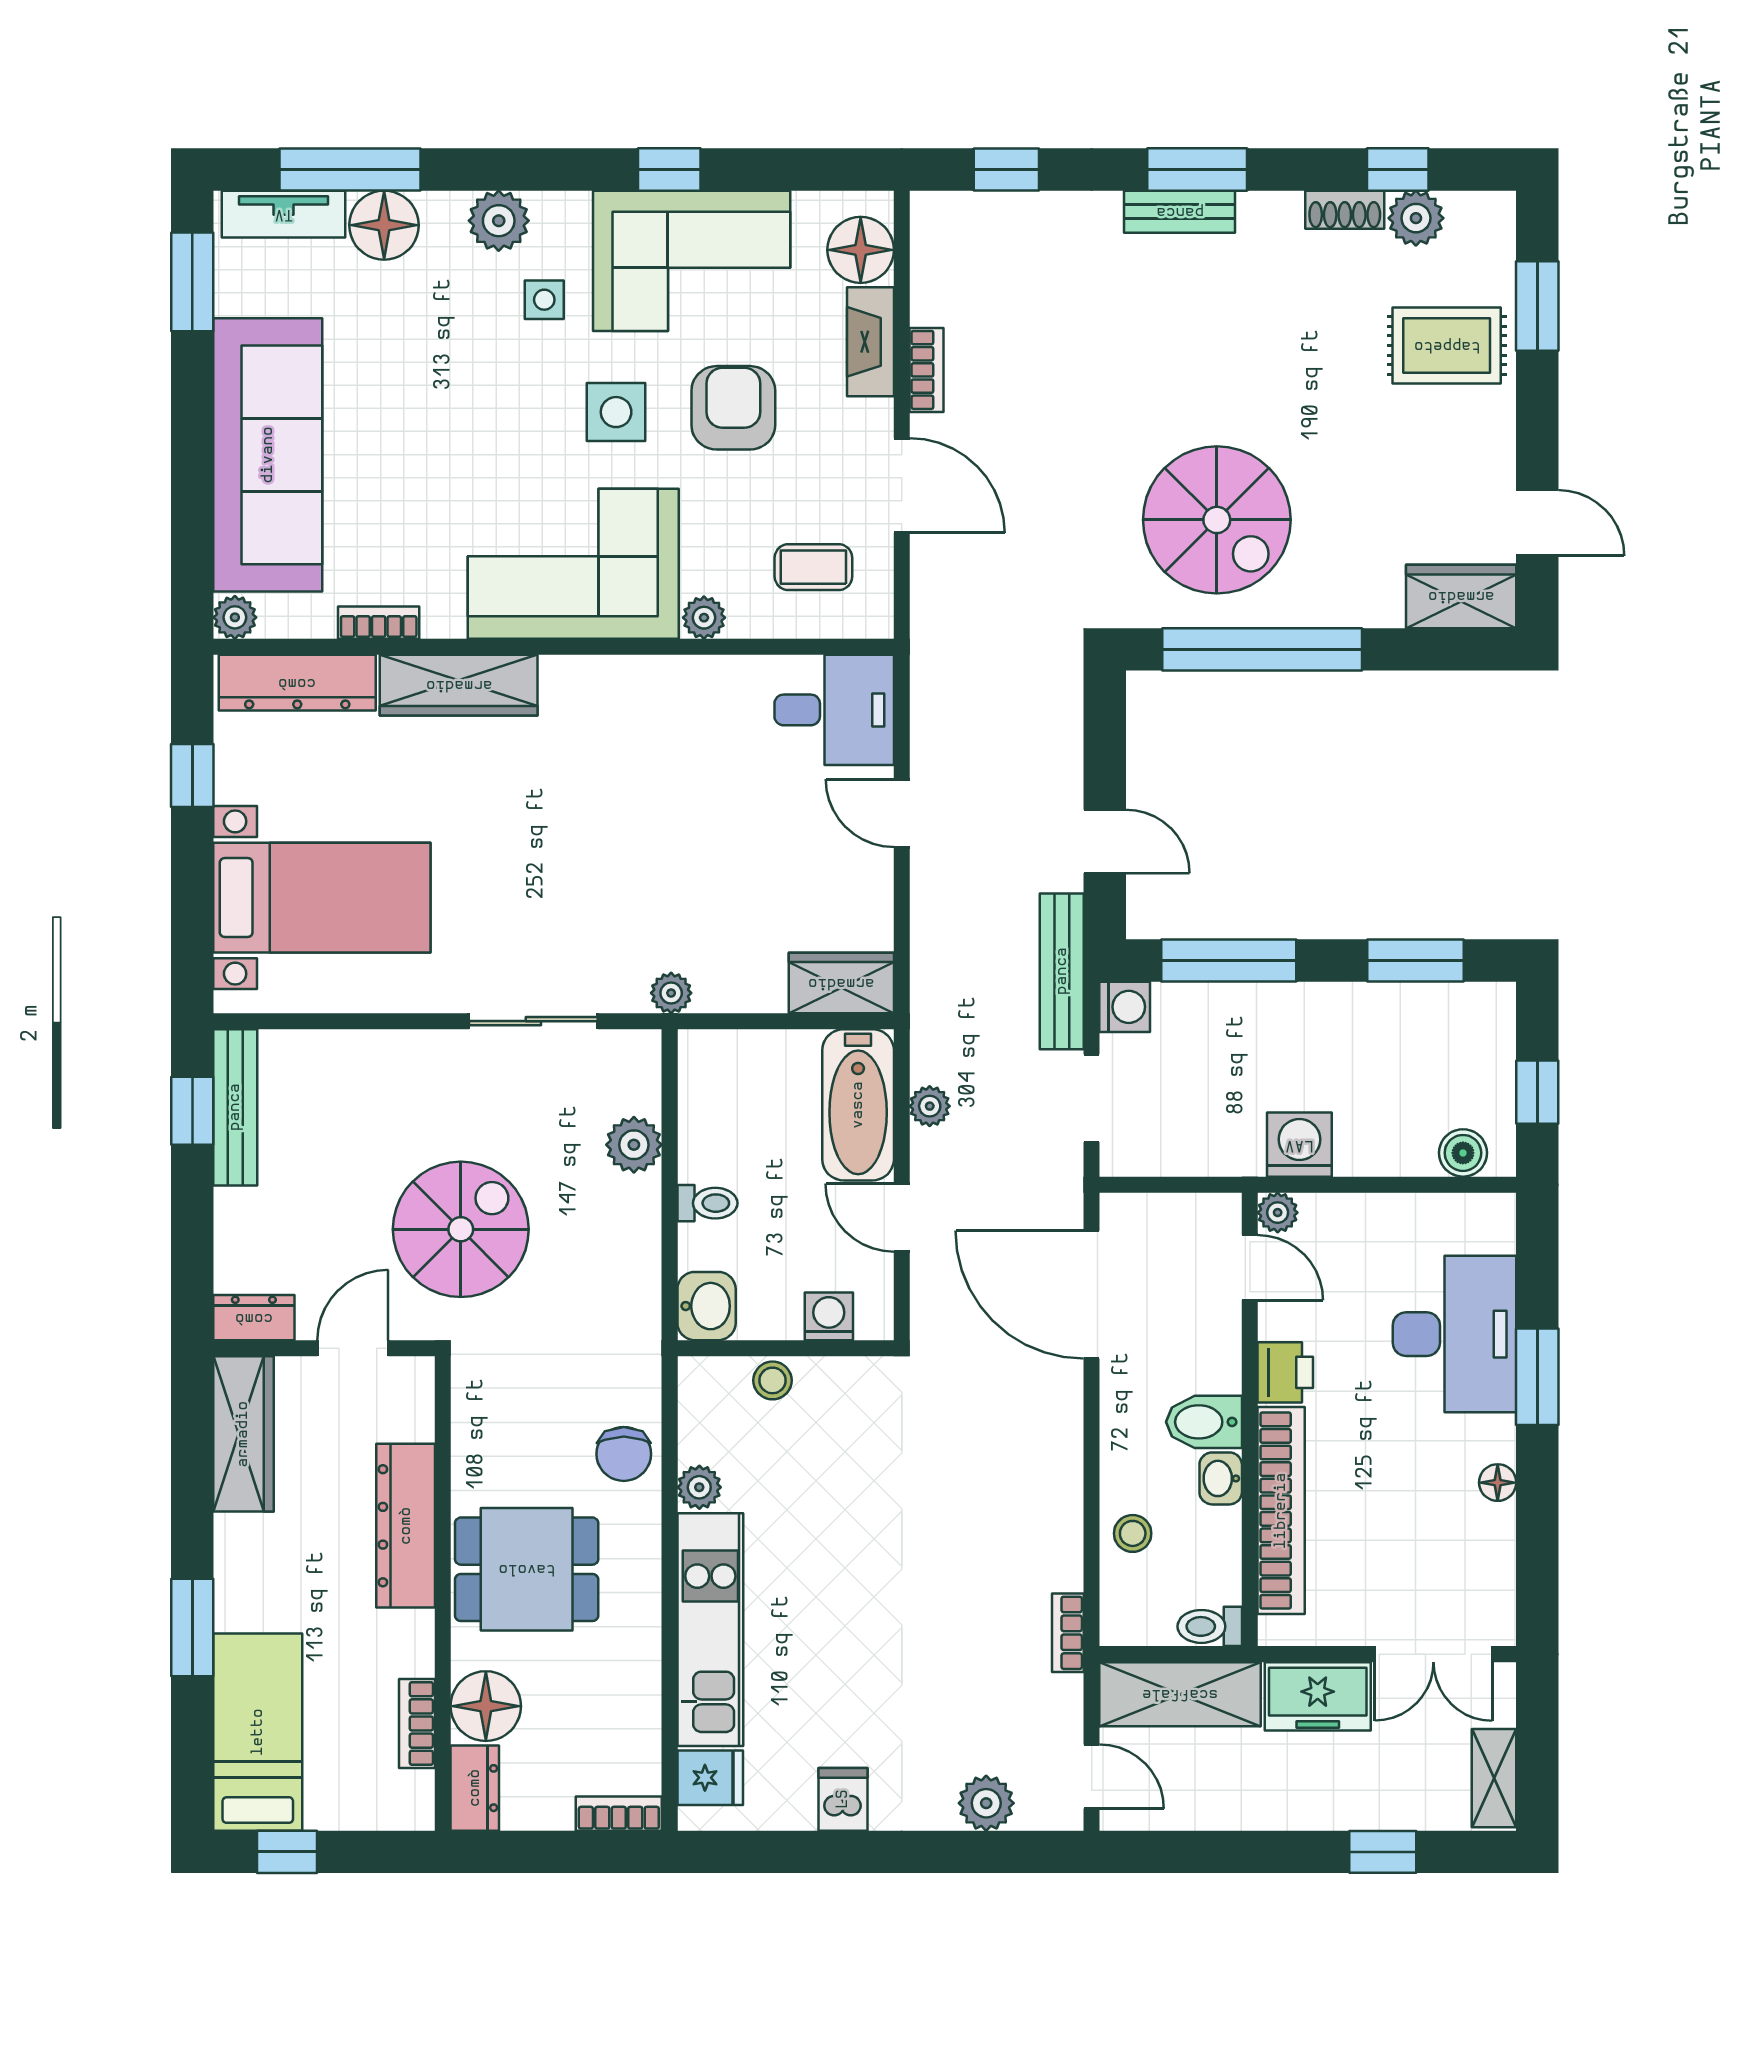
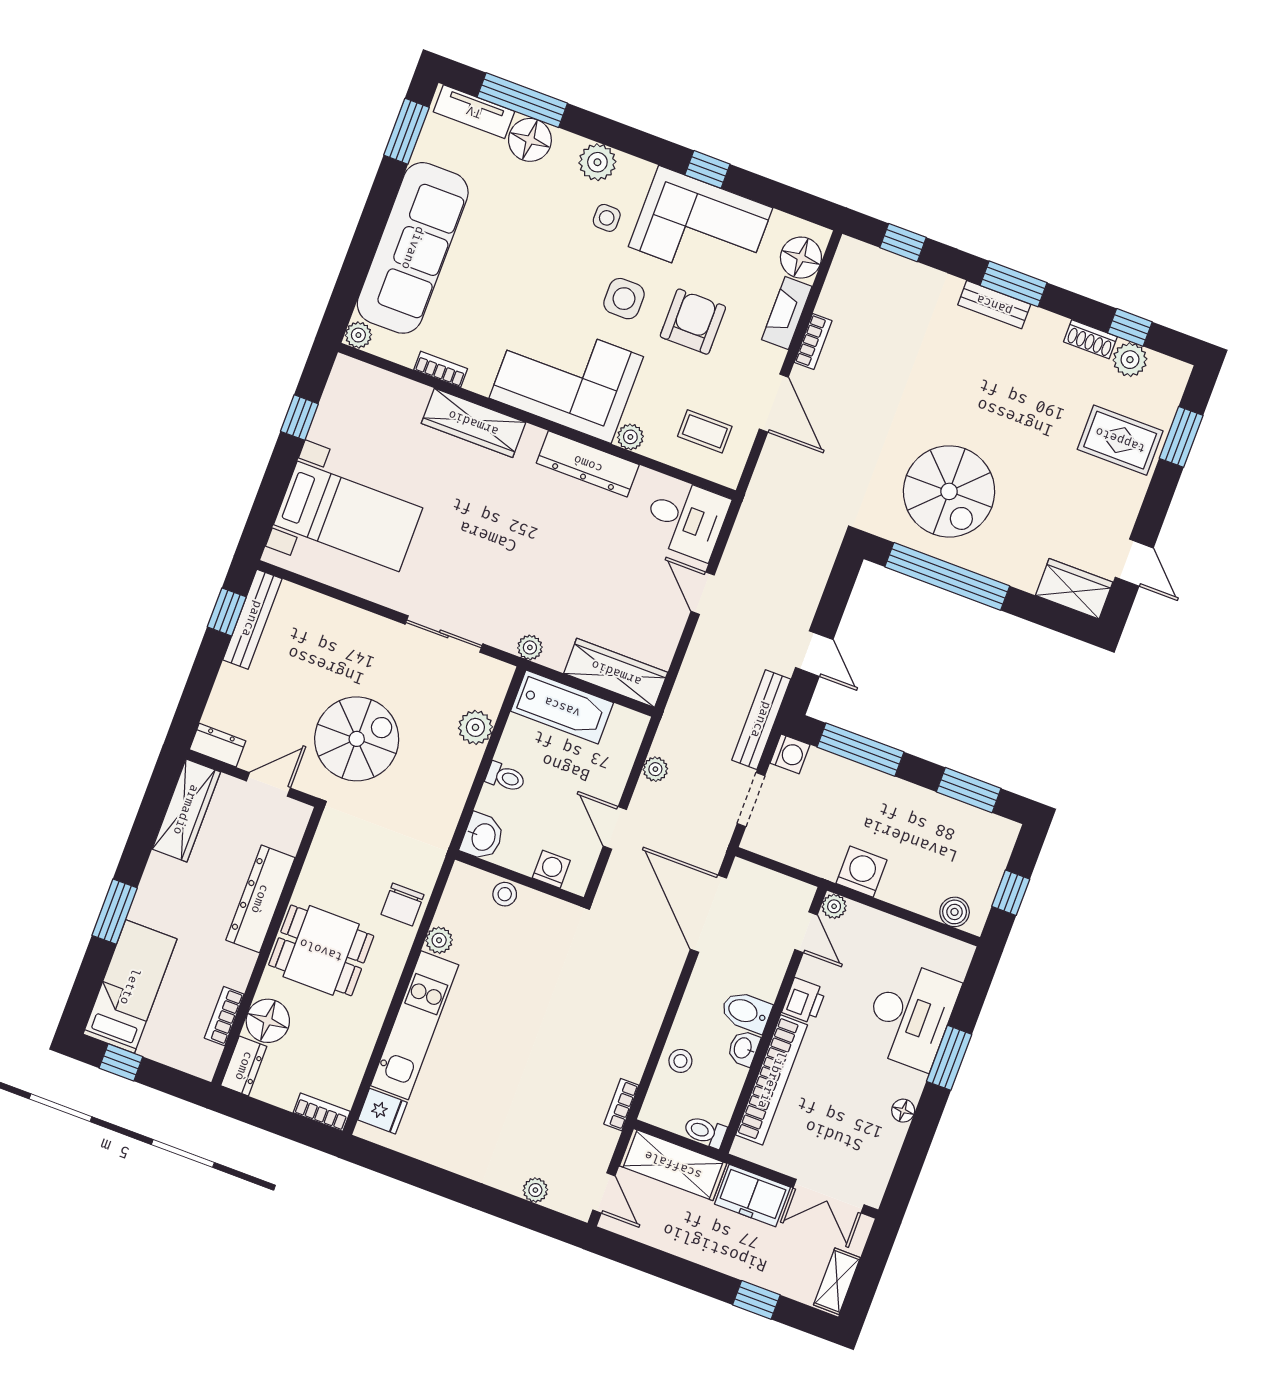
dresser: (297, 683) -> (588, 464), moved
wardrobe: (841, 983) -> (616, 673), width x1.50
bathtub: (858, 1105) -> (562, 707), moved, turned -90
dishwasher: (843, 1799) -> (455, 1152), removed
plant: (986, 1803) -> (535, 1190), width x0.73, depth x0.73

